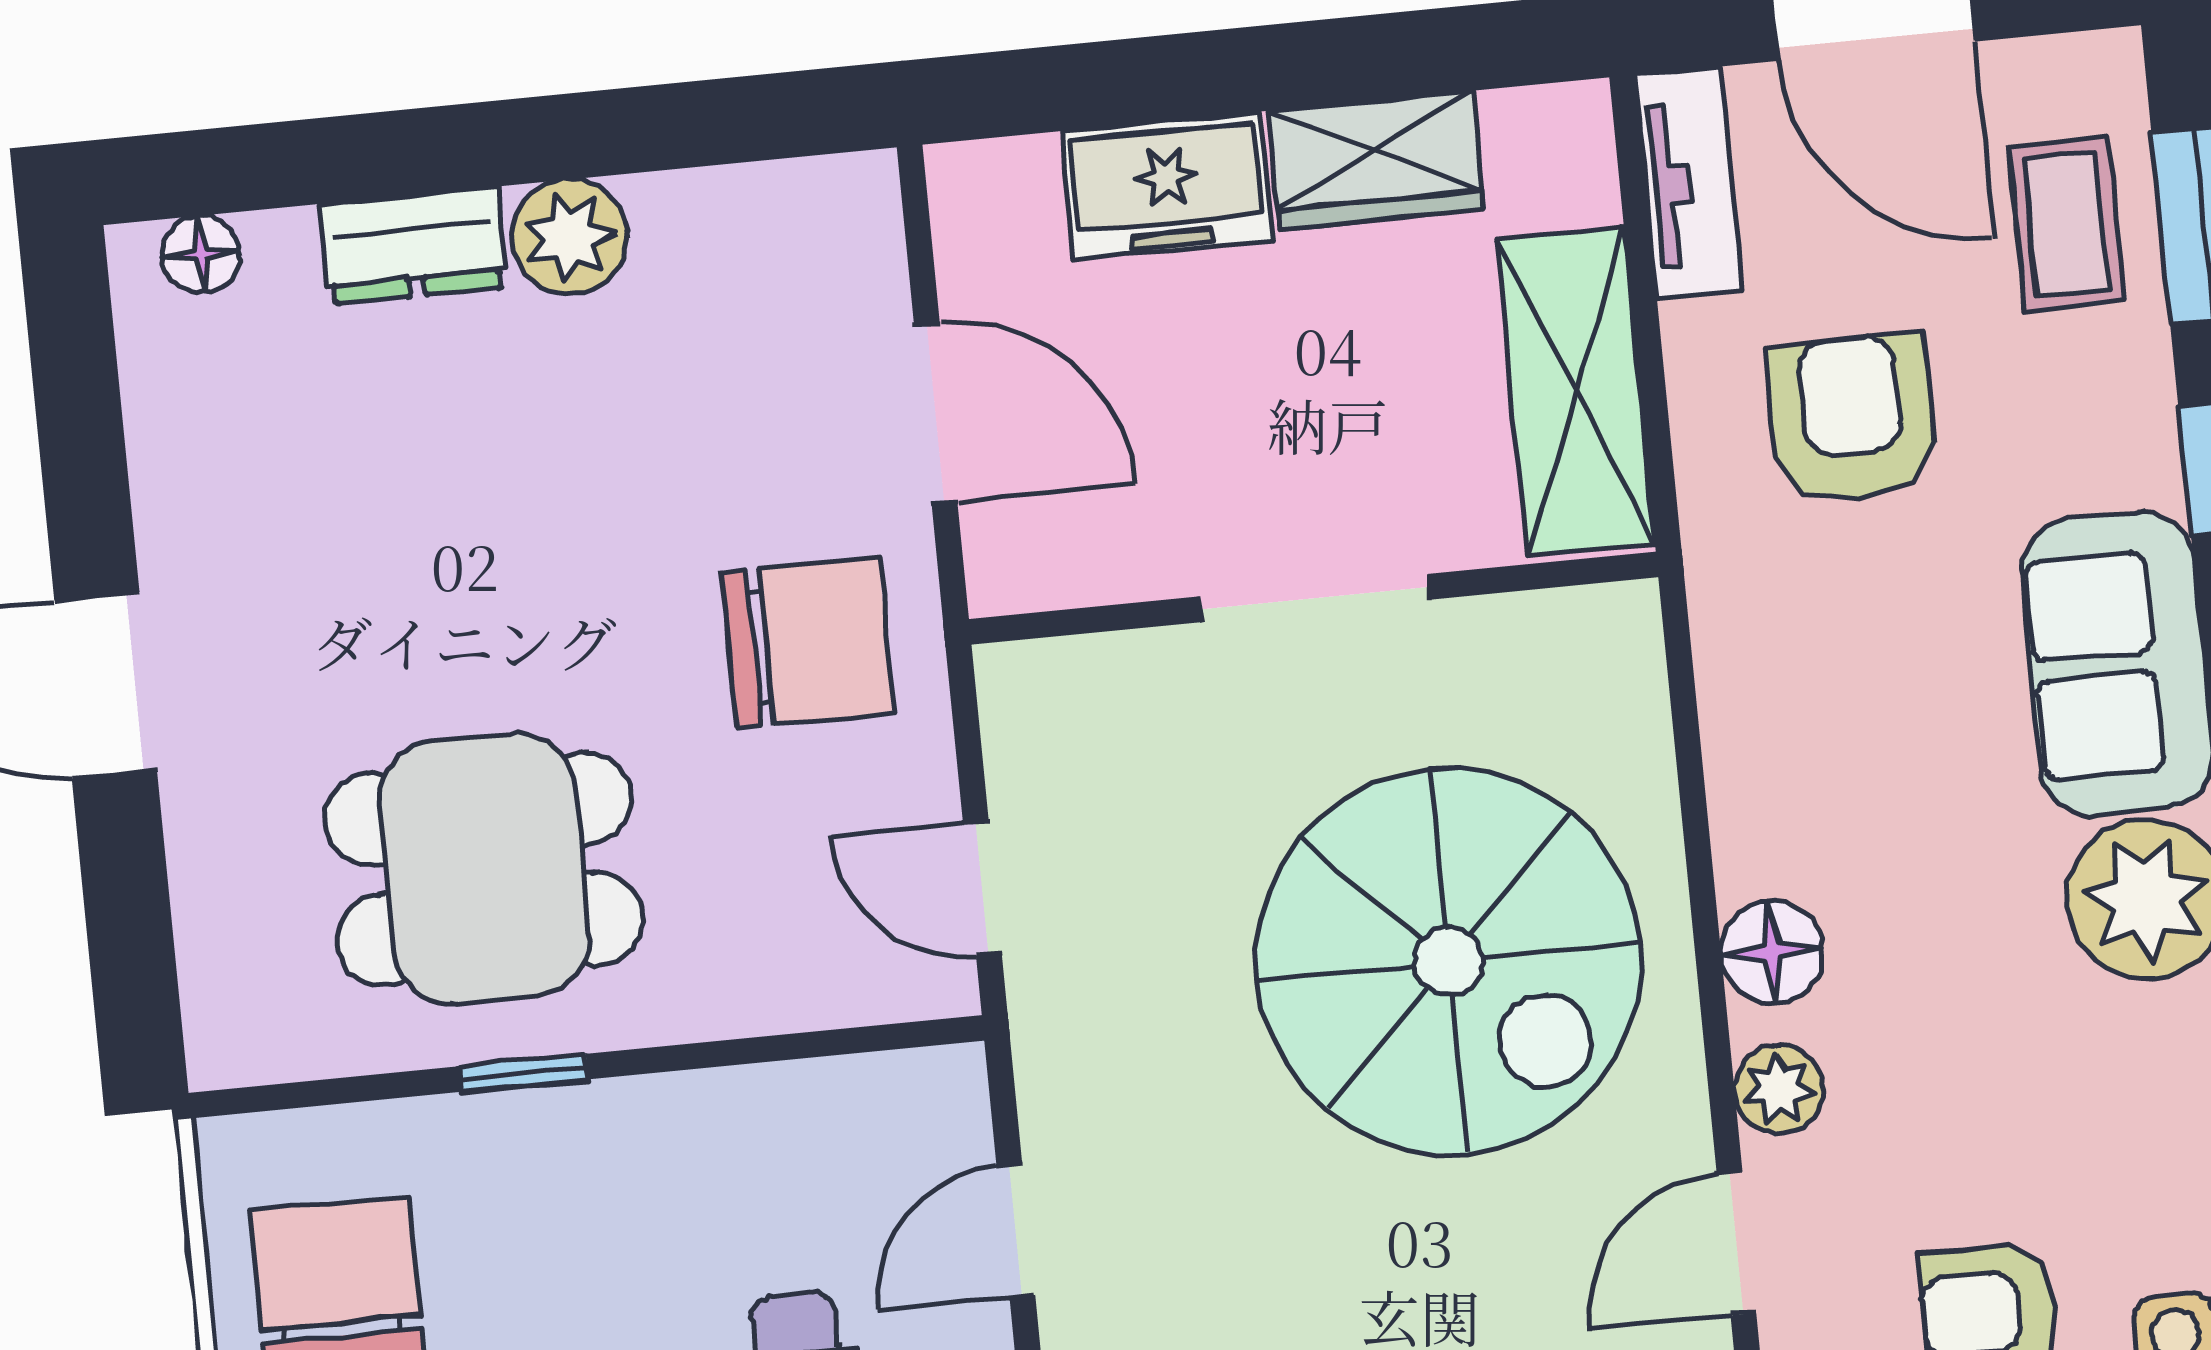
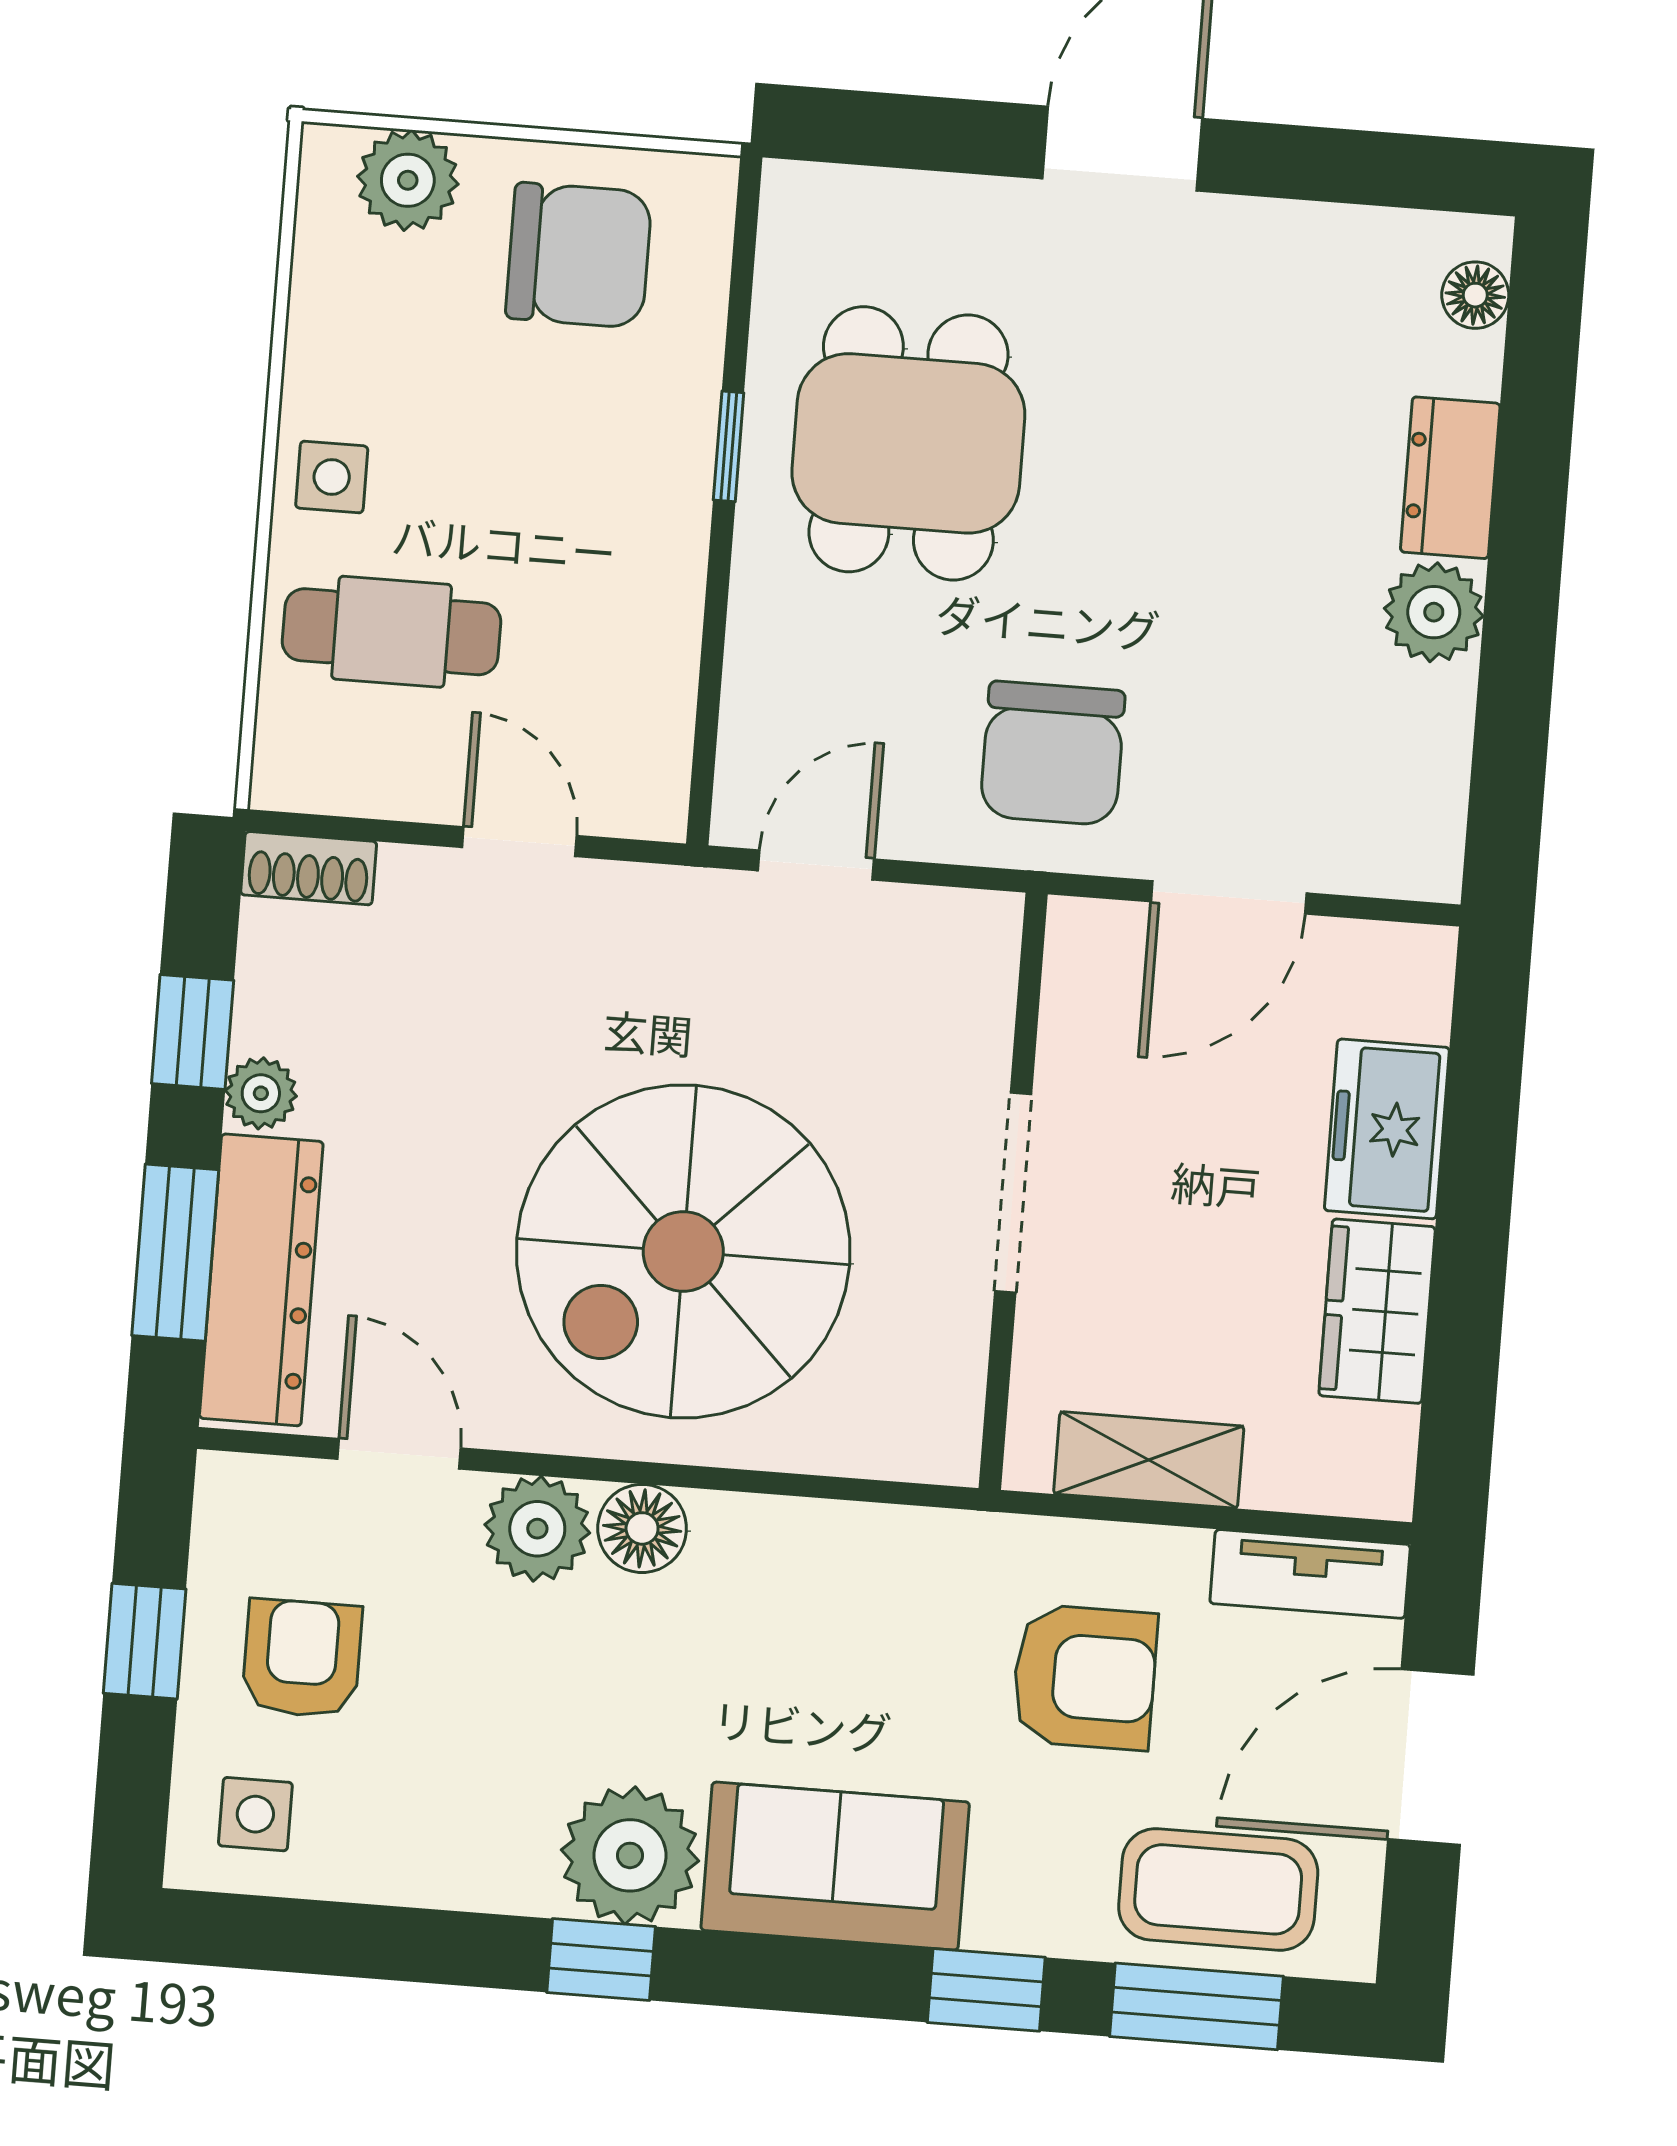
coffee table: (2066, 224) -> (1218, 1889), width x1.36, depth x1.30
shelving: (1576, 391) -> (1149, 1460), width x0.67, depth x0.75
plant: (1779, 1089) -> (537, 1529), width x1.38, depth x1.38

